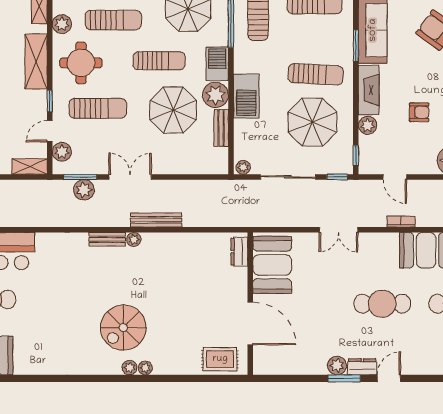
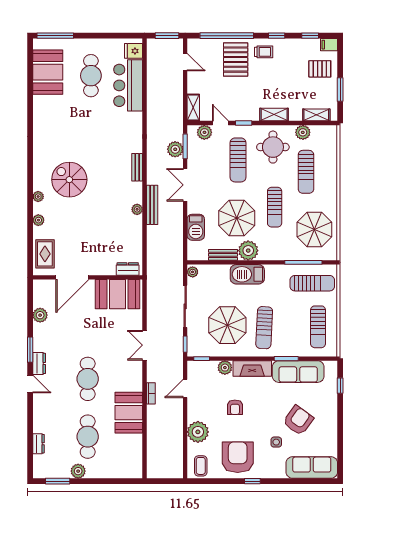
shelving: (36, 61) -> (274, 115), width x0.67, depth x0.75
barbecue: (217, 64) -> (196, 227), moved, turned 90
double door: (130, 177) -> (185, 185), swing flipped
plant: (134, 239) -> (137, 209), moved
plant: (337, 366) -> (40, 315), moved
plant: (130, 368) -> (38, 220), moved

